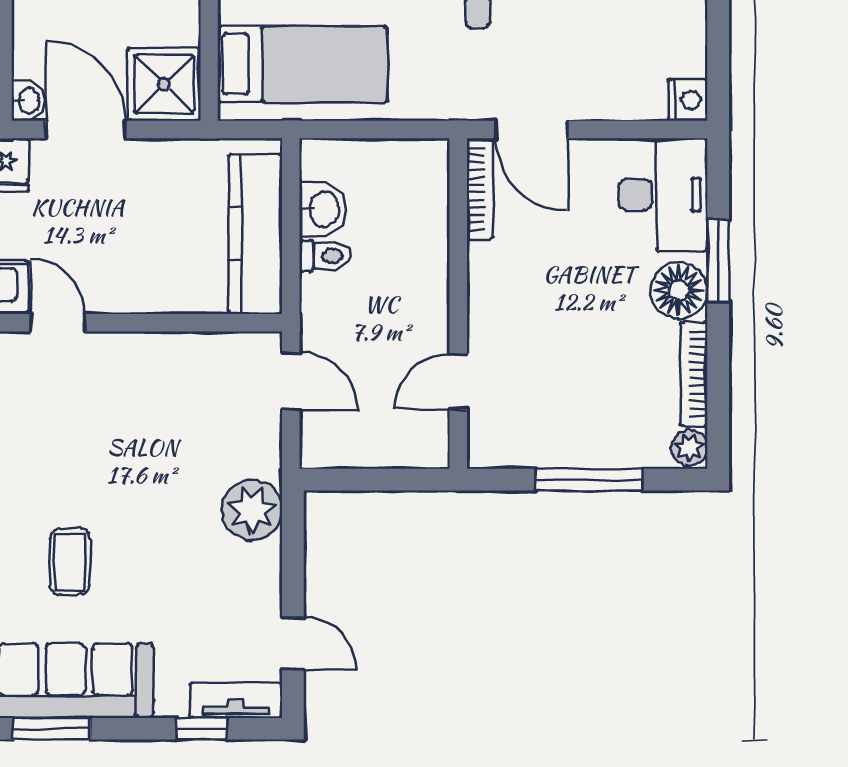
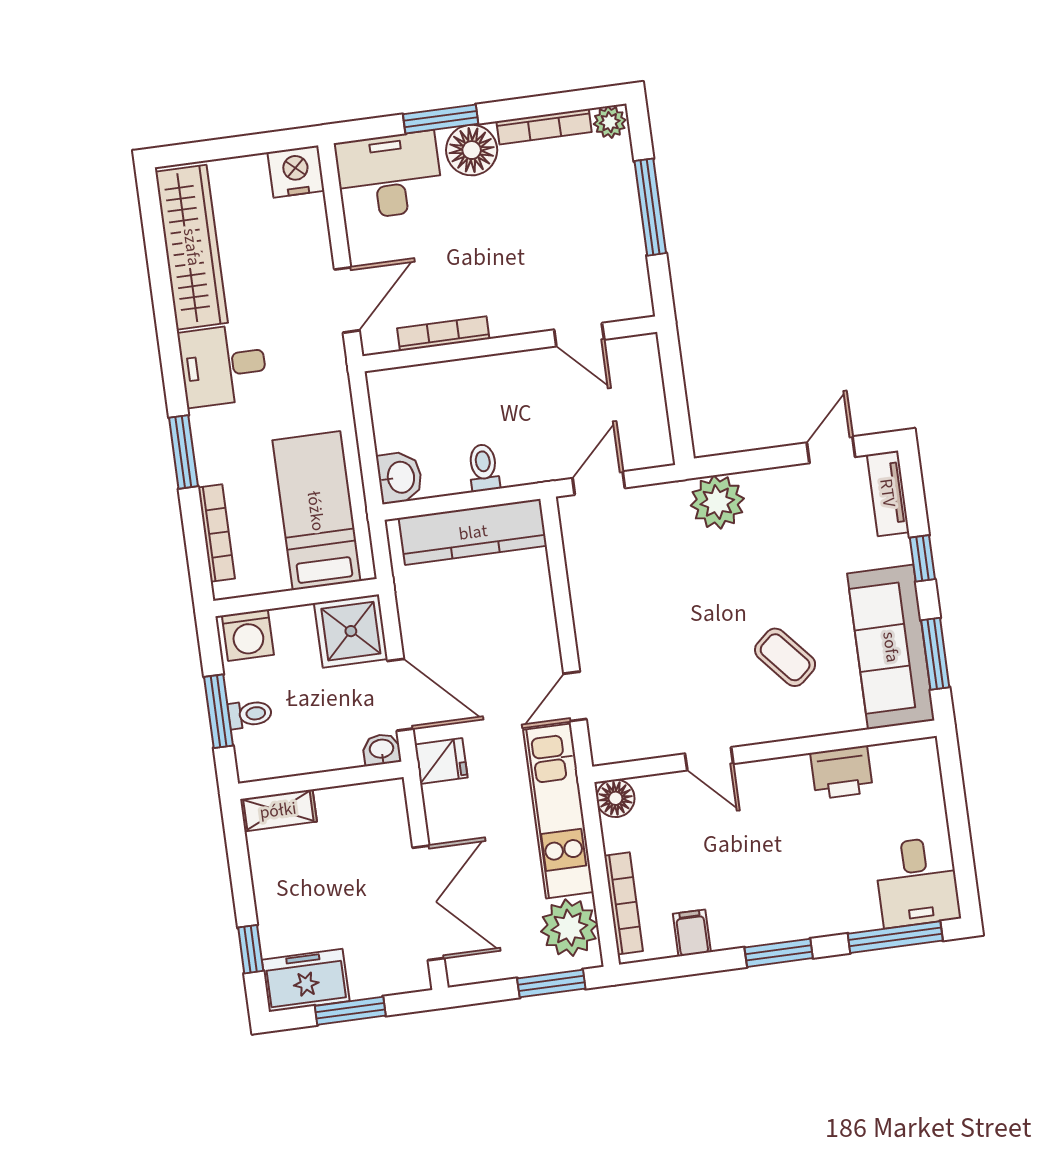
nightstand: (688, 100) -> (296, 171), width x1.36, depth x1.33
door: (86, 130) -> (400, 695), swing flipped
bookcase: (480, 189) -> (443, 334), moved
washbasin: (323, 209) -> (400, 477), moved, turned 90
coffee table: (70, 562) -> (785, 657), turned 49
window: (201, 729) -> (922, 558), moved

